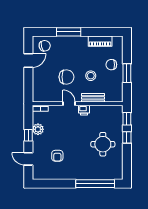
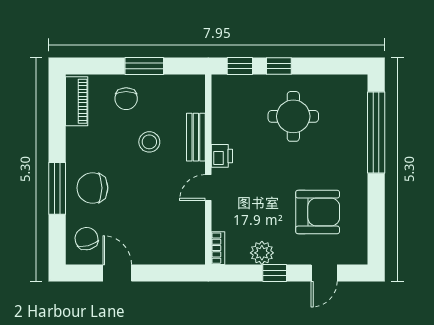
piano: (100, 41) -> (77, 101), moved
chair: (66, 77) -> (92, 188), moved, turned -90
armchair: (57, 156) -> (318, 212), width x1.88, depth x1.88

